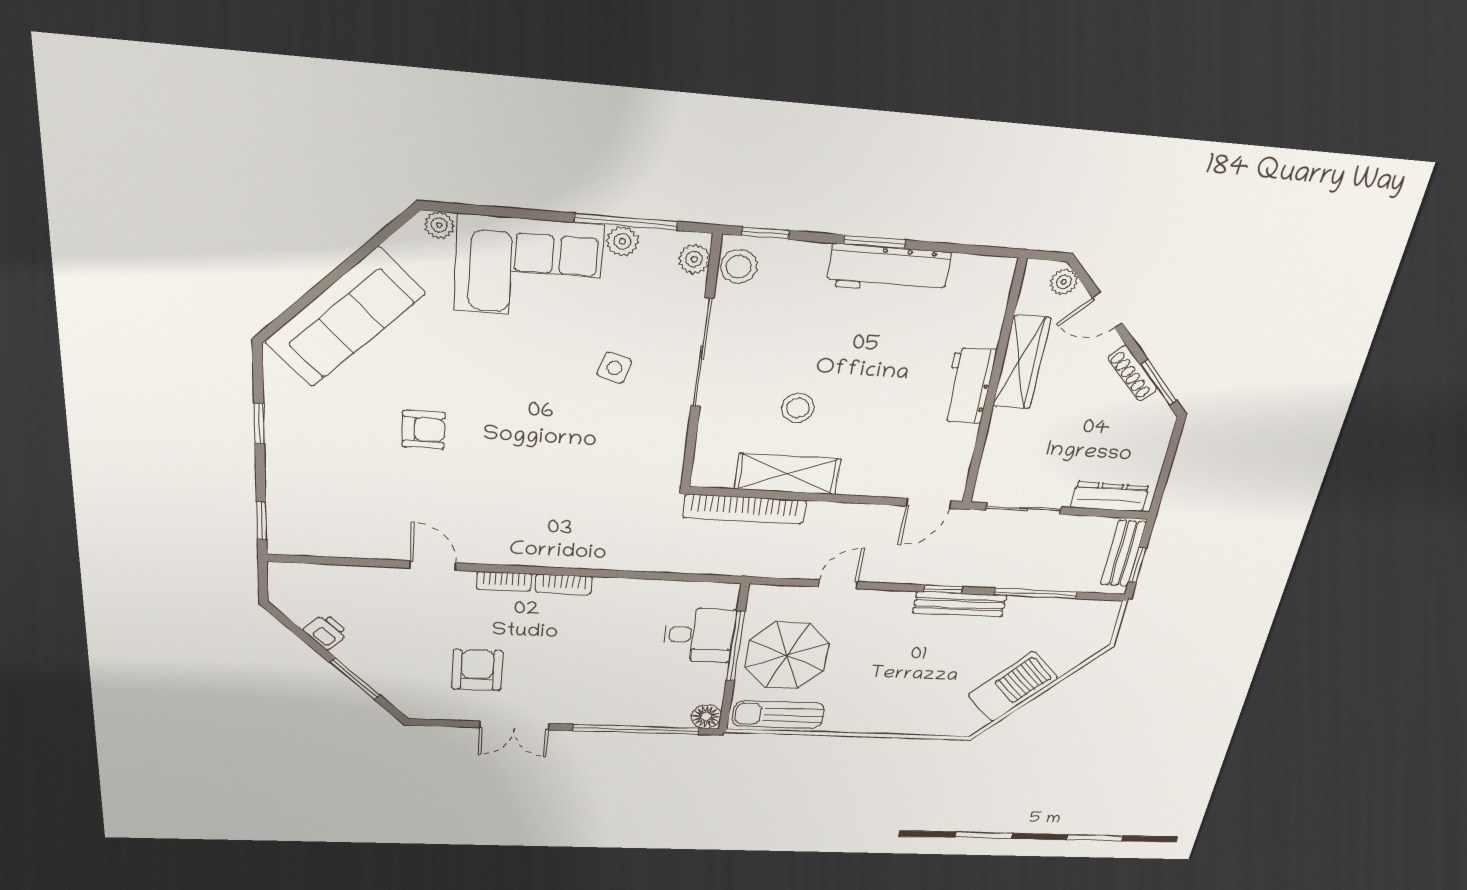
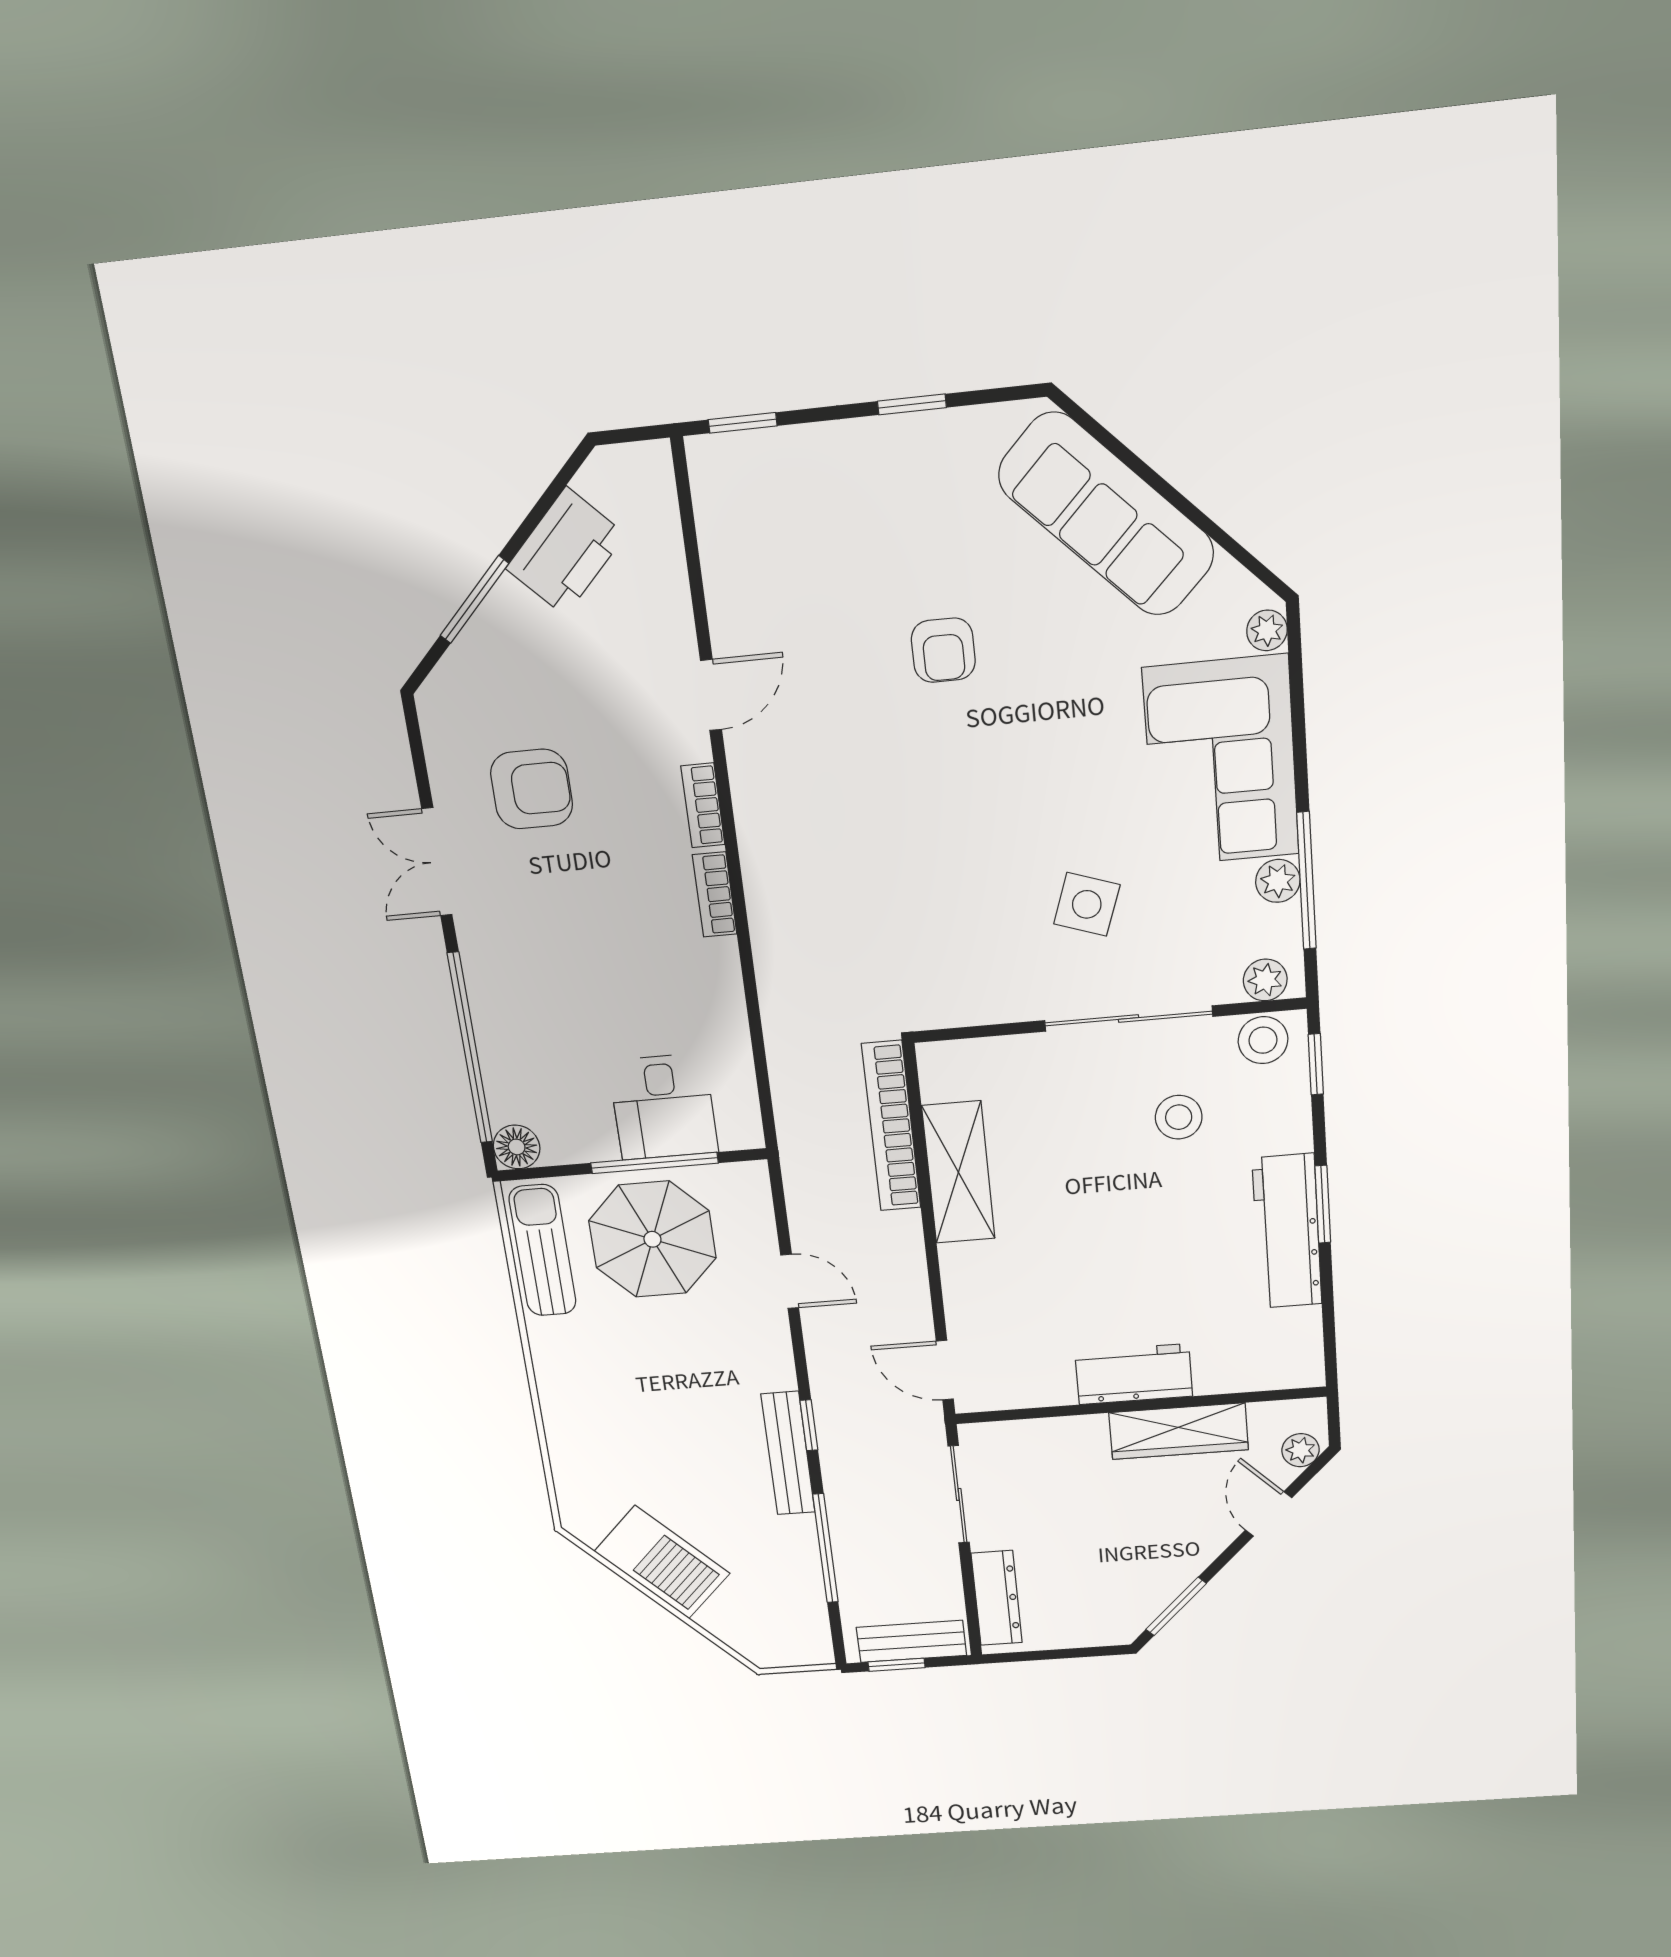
side table: (614, 368) -> (1087, 904), width x1.37, depth x1.37
shoe rack: (1133, 373) -> (1184, 1571), removed
stool: (798, 408) -> (1179, 1117), moved
printer: (326, 632) -> (566, 552), width x1.87, depth x1.48

